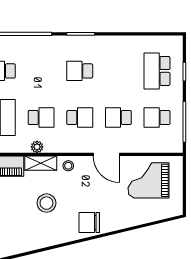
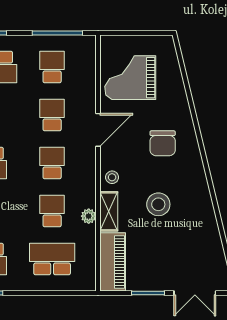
school desk: (118, 117) -> (52, 115), turned 180
school desk: (157, 117) -> (52, 67), turned 180
grand piano: (149, 180) -> (130, 78), turned 90
chair: (89, 223) -> (163, 143), moved

